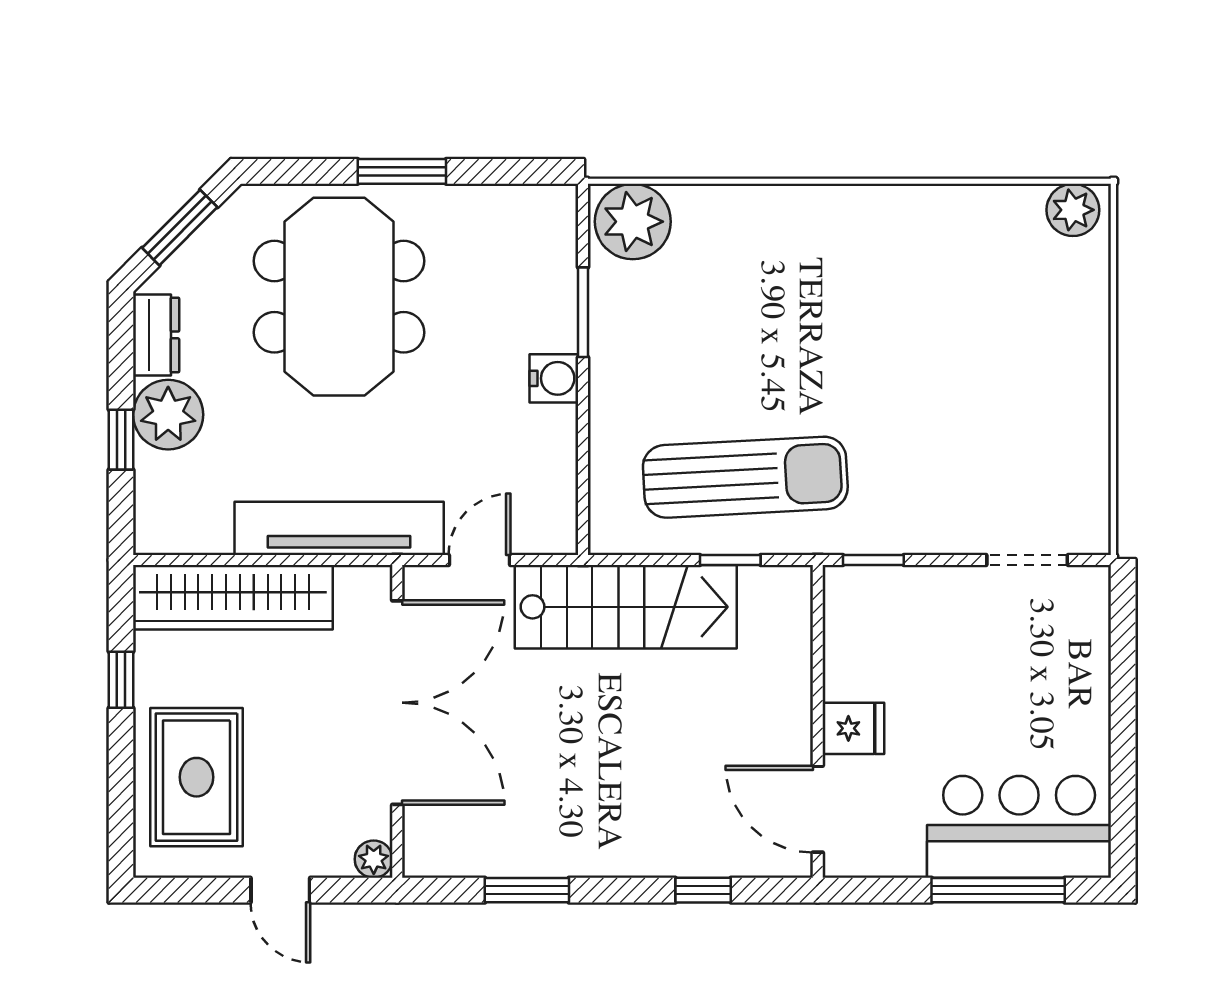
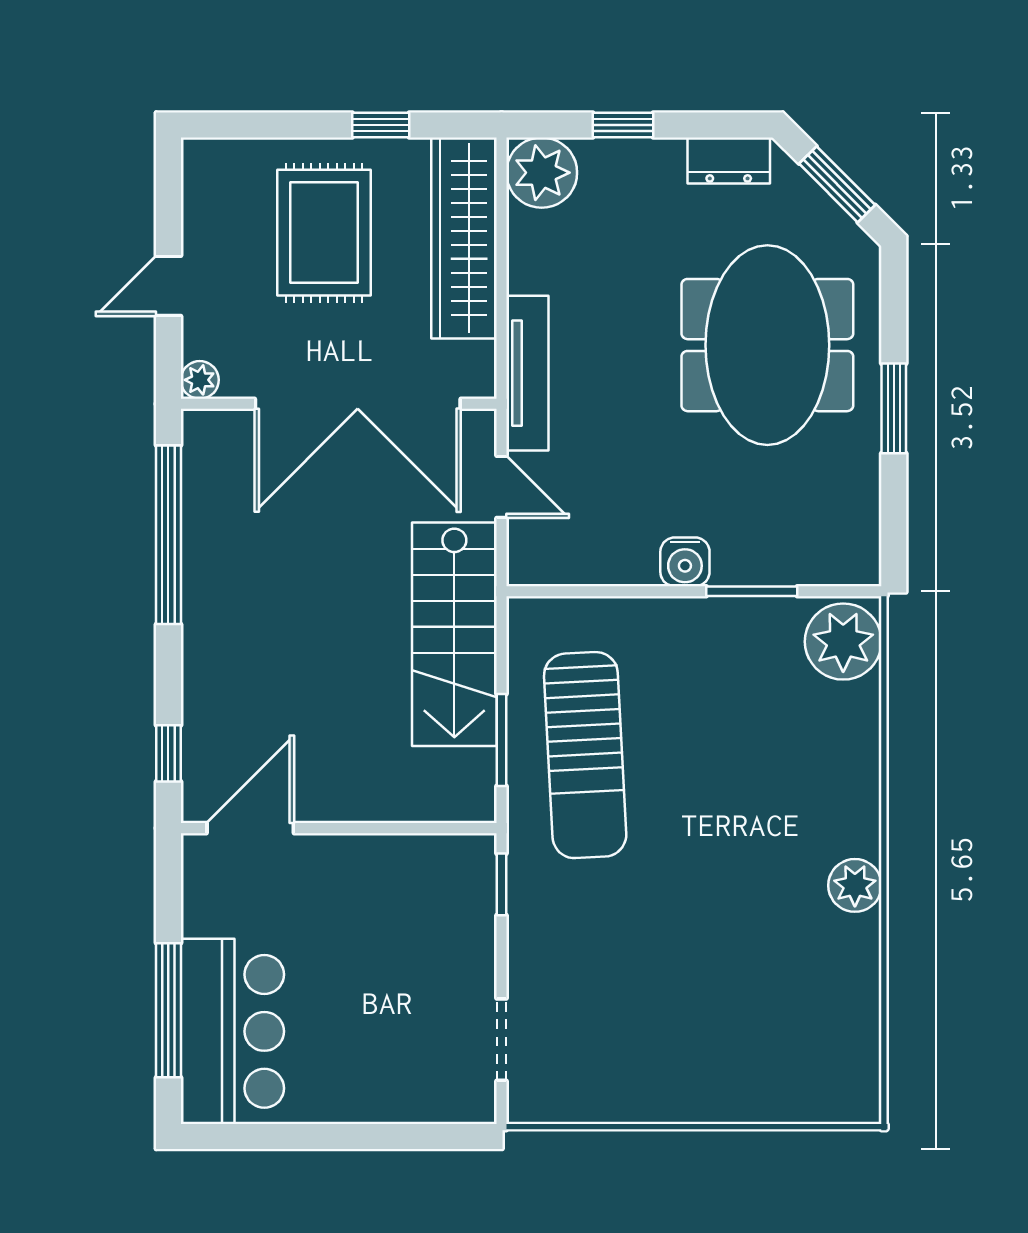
plant: (1073, 210) -> (855, 885), moved
meeting table: (339, 297) -> (767, 345), turned 90
plant: (168, 415) -> (542, 173), moved
tv unit: (339, 528) -> (527, 373), width x0.73, depth x0.78
window: (730, 560) -> (501, 740), width x1.50
fridge: (853, 728) -> (332, 864), removed
rug: (196, 777) -> (324, 233), moved, turned 90
window: (527, 890) -> (168, 535), width x2.11
window: (703, 890) -> (168, 753), moved

